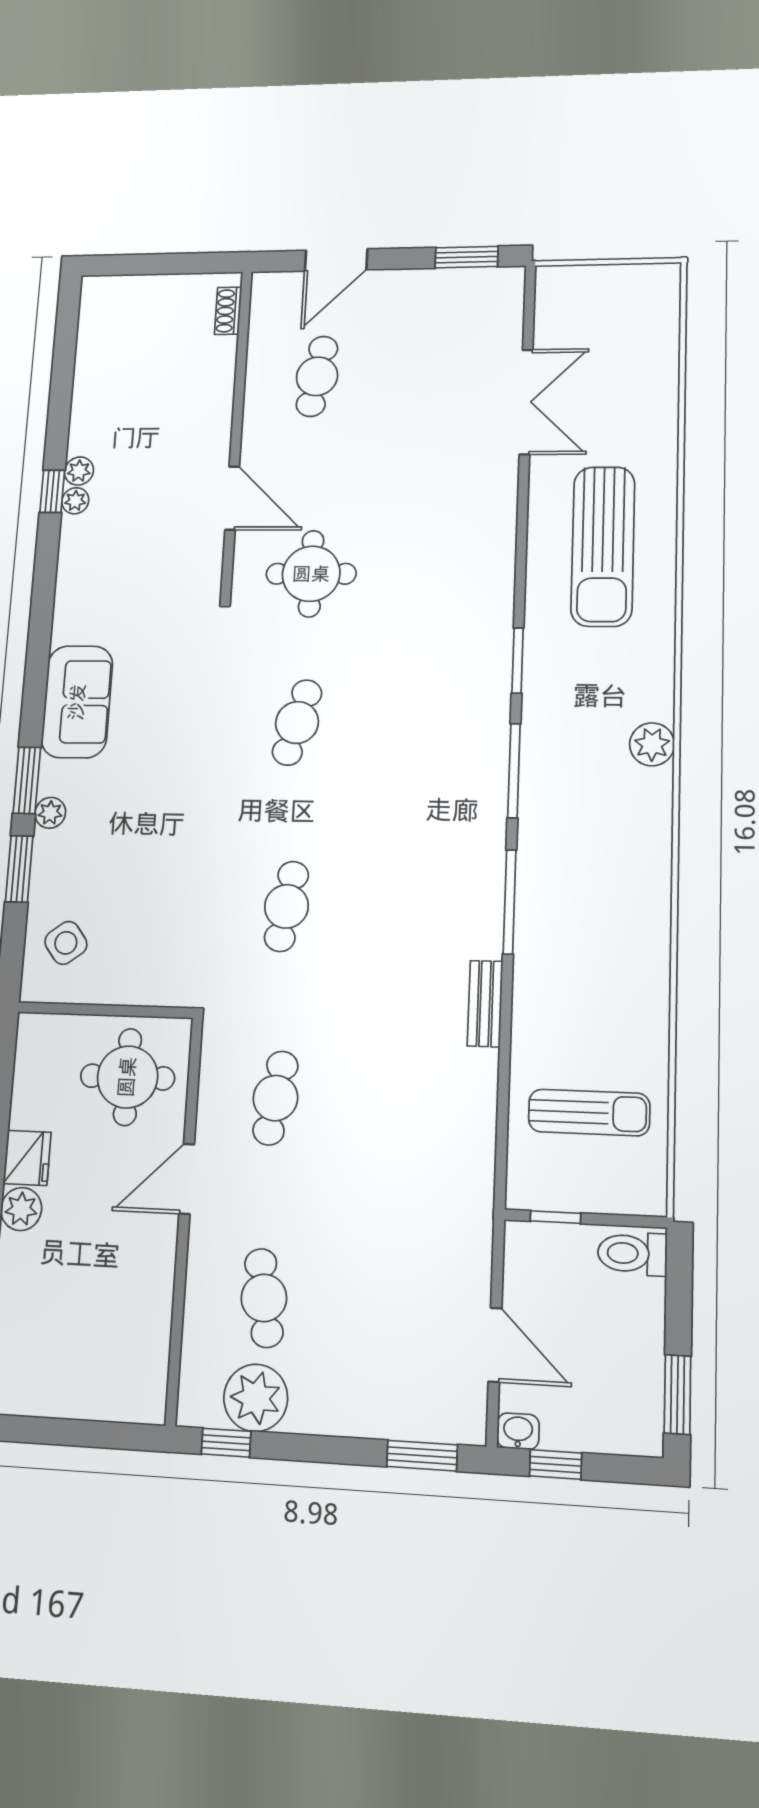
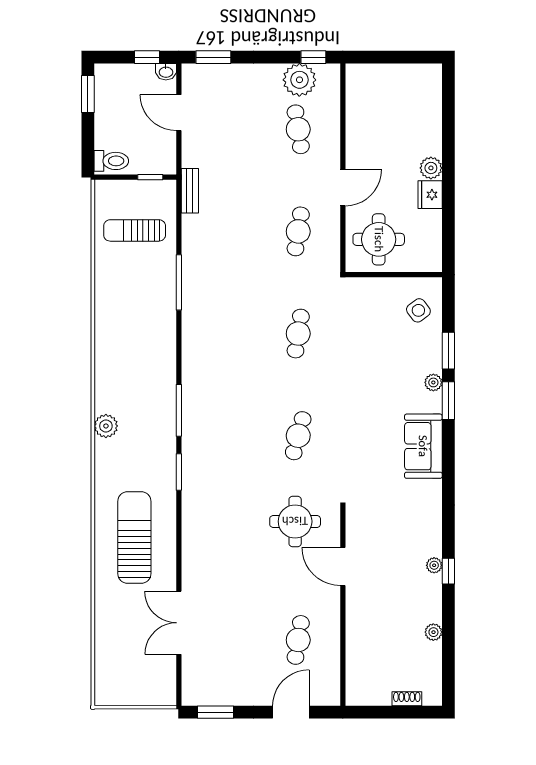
shoe rack: (228, 311) -> (407, 699), moved, turned -90
plant: (79, 471) -> (433, 632), moved
window: (510, 902) -> (179, 282), moved
bench: (485, 1004) -> (190, 191), moved

